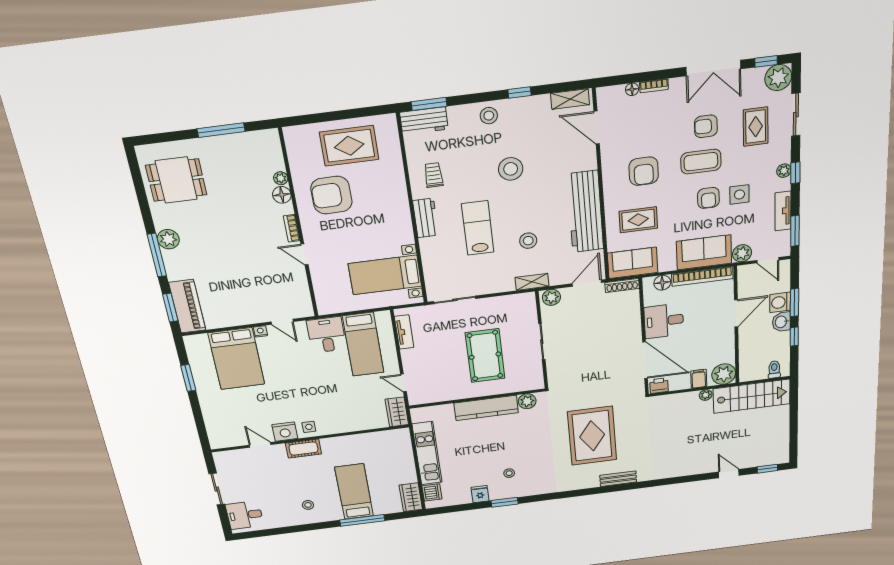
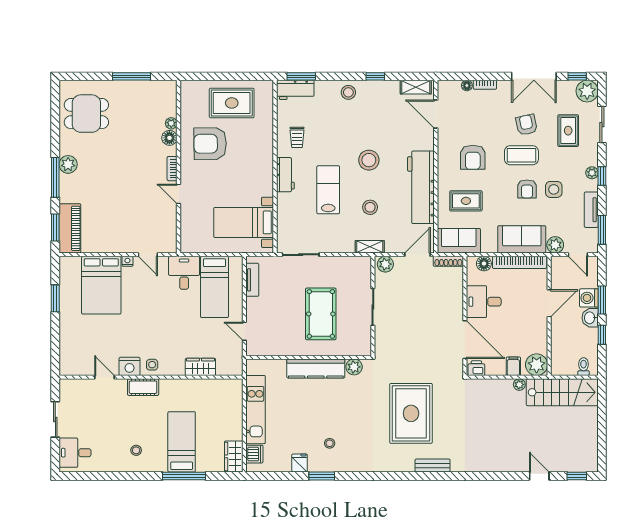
armchair: (706, 126) -> (527, 125), turned 78
stool: (511, 169) -> (369, 160), moved
trolley: (434, 175) -> (297, 137), turned 180
wardrobe: (397, 412) -> (200, 367), moved, turned 90

